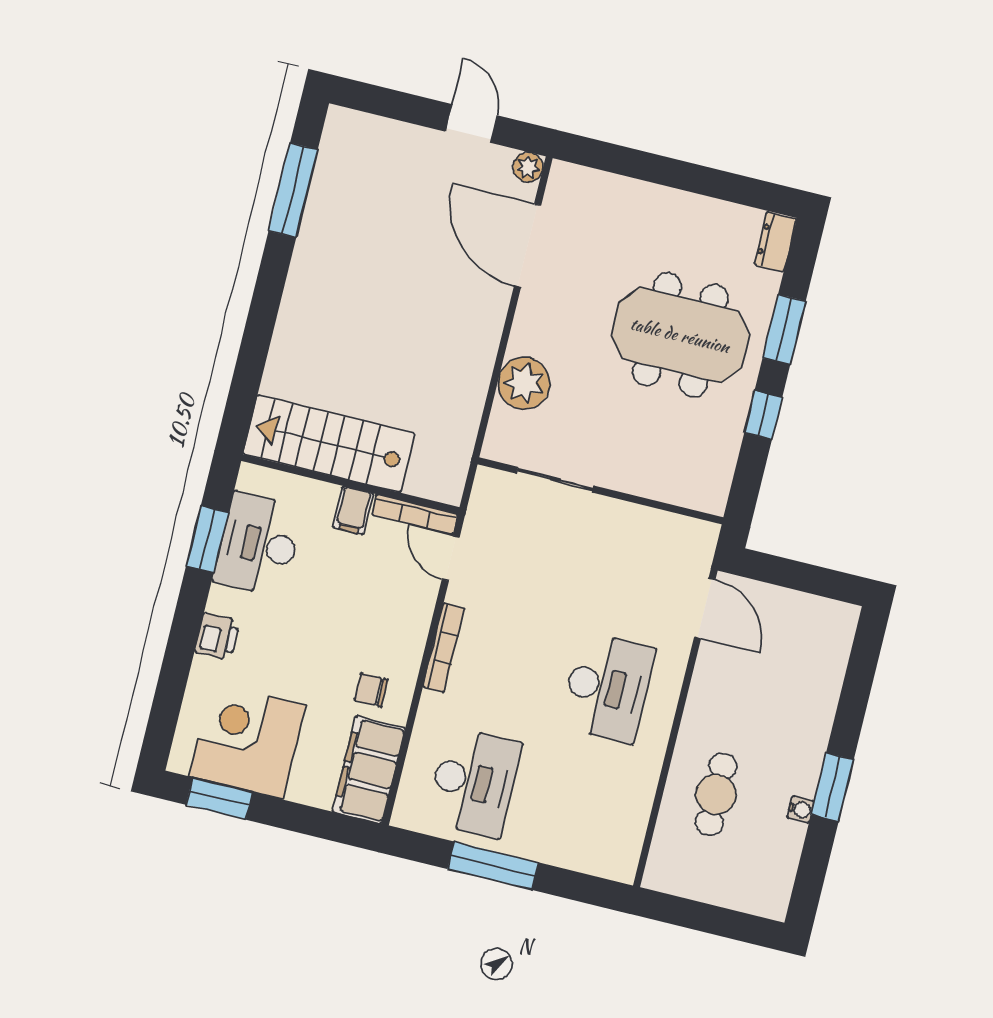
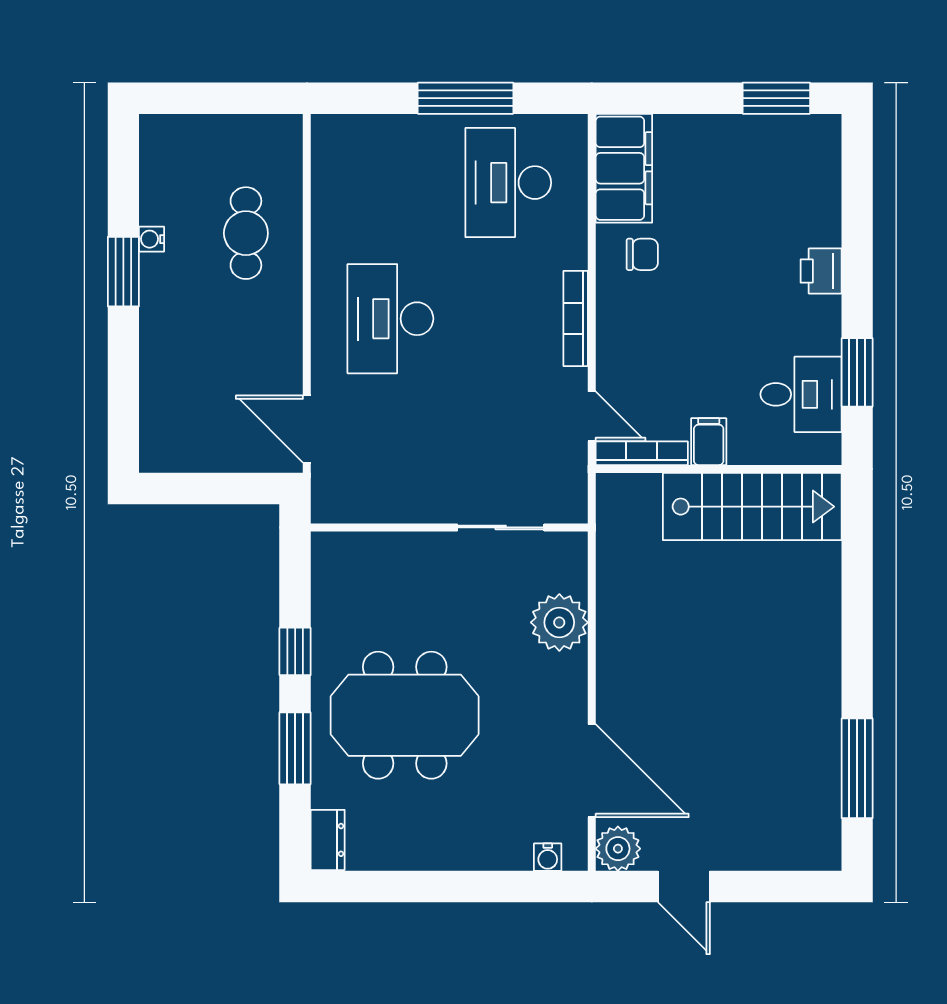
plant: (528, 167) -> (618, 849), width x1.38, depth x1.38
water cooler: (585, 179) -> (548, 857), added
desk: (259, 544) -> (801, 394), width x0.73
corner desk: (247, 741) -> (762, 167), removed

